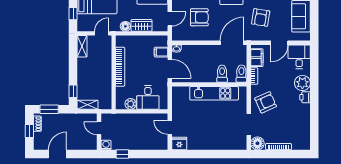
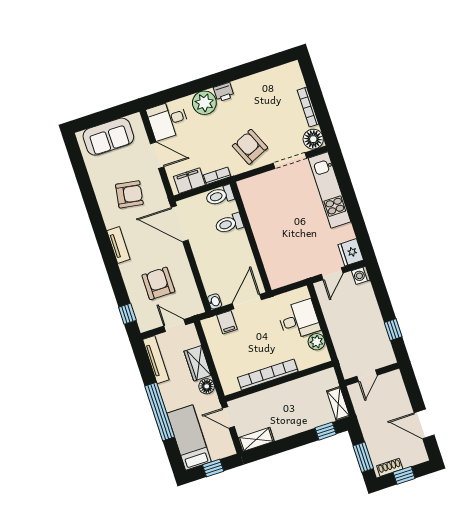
kitchen unit: (214, 93) -> (330, 190), moved, turned 180
washing machine: (106, 145) -> (361, 275), moved

